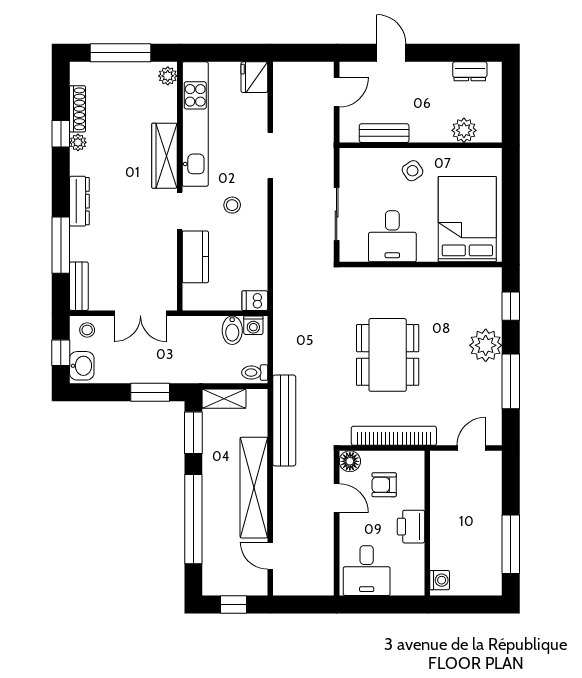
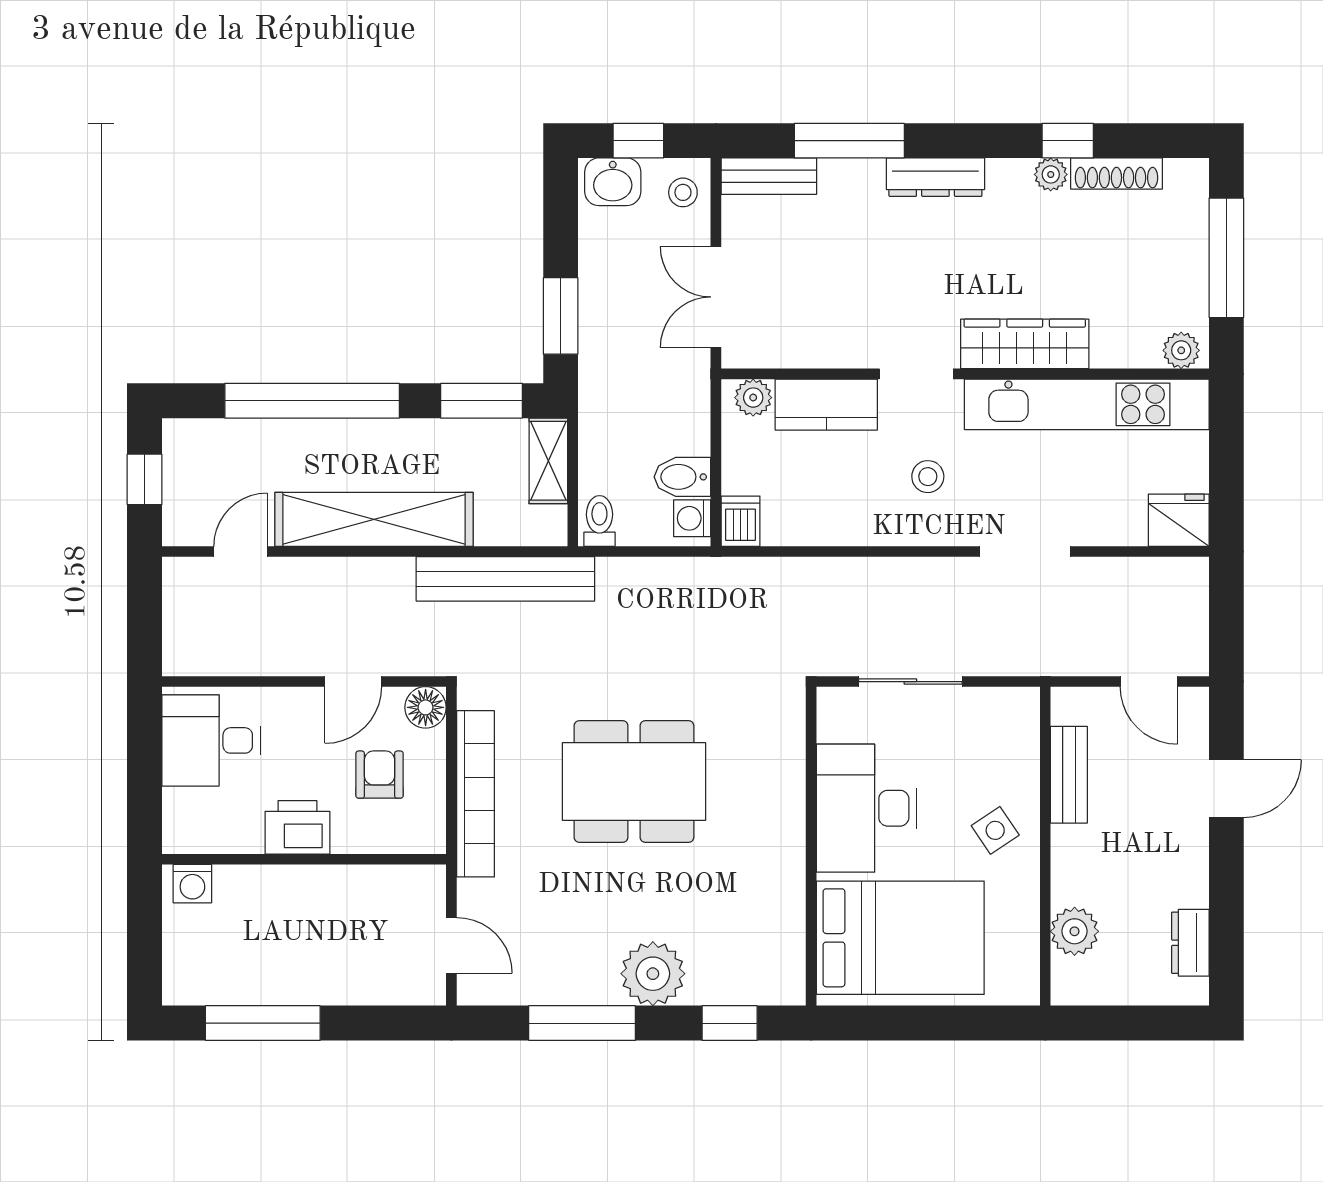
desk: (392, 236) -> (867, 808), width x1.37
plant: (192, 294) -> (753, 398), added

